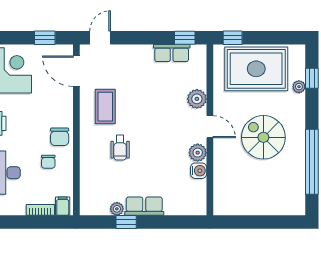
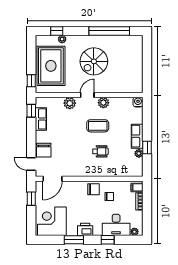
chair: (122, 57) -> (44, 150), added
coffee table: (105, 107) -> (98, 126), moved
water cooler: (199, 171) -> (138, 102), moved

